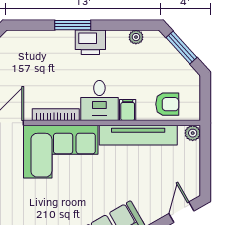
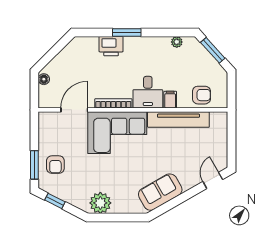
printer: (90, 42) -> (111, 46), moved
plant: (193, 133) -> (222, 118), removed

